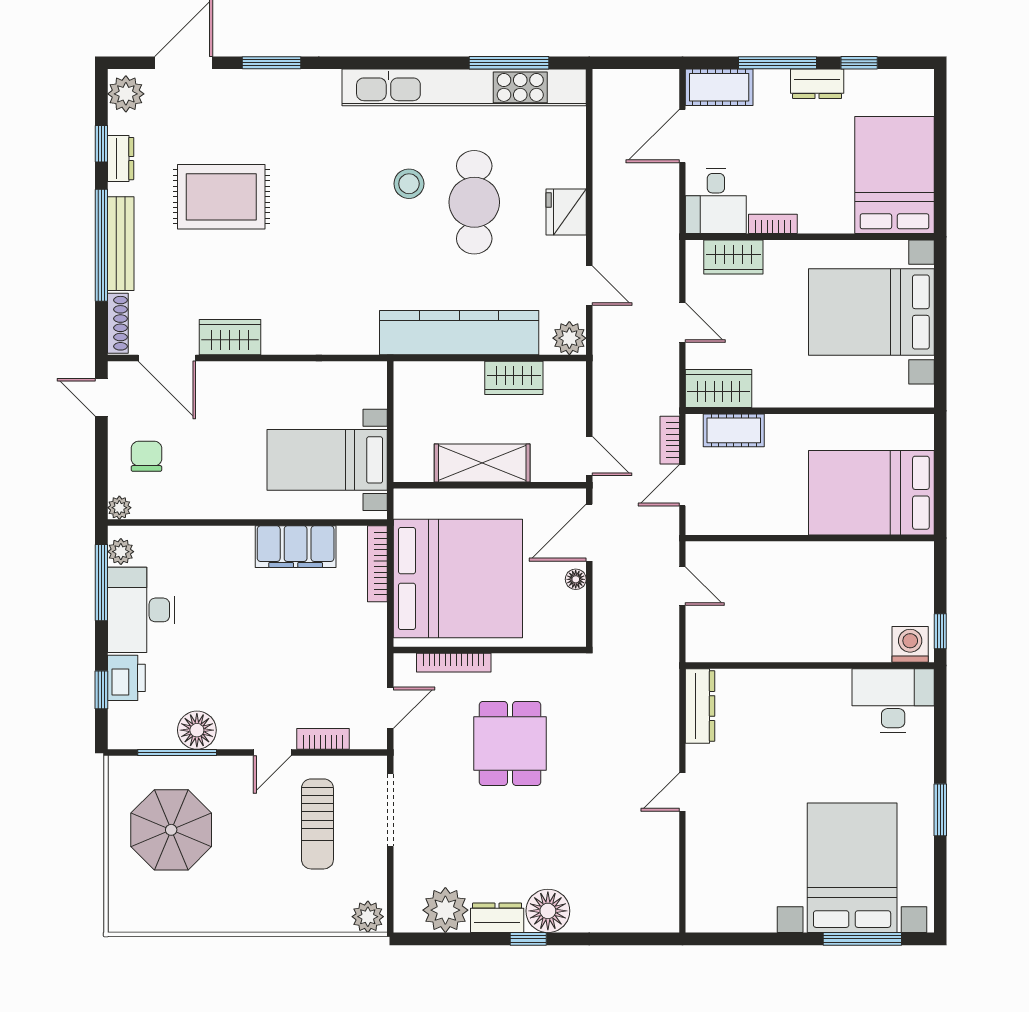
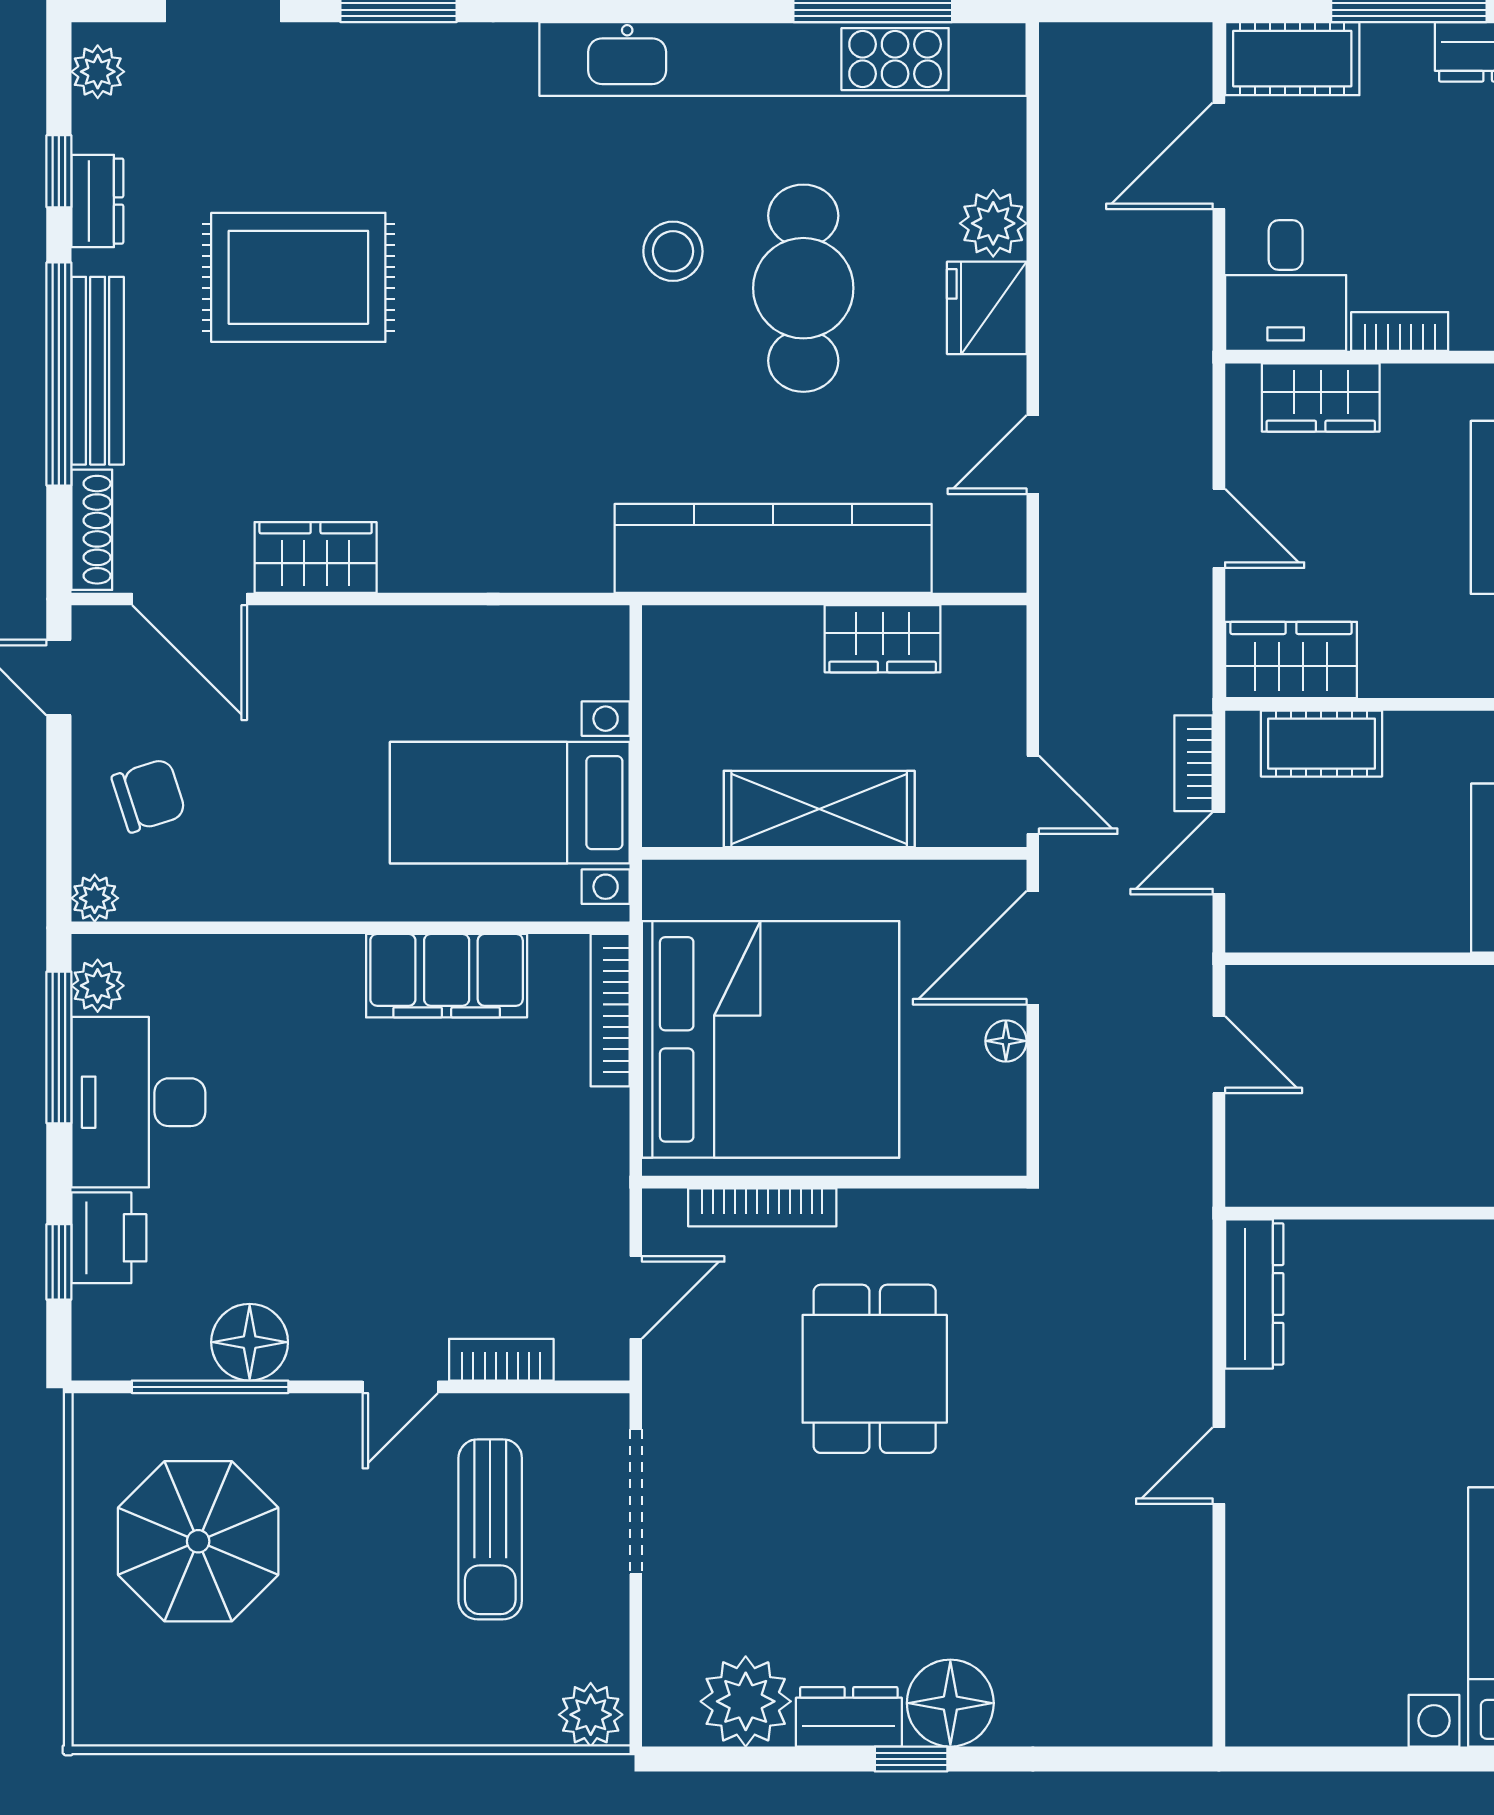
plant: (126, 94) -> (98, 72), width x0.73, depth x0.73
door: (589, 286) -> (1033, 455), swing flipped
plant: (569, 338) -> (993, 223), moved
chair: (146, 456) -> (149, 795), turned 72

